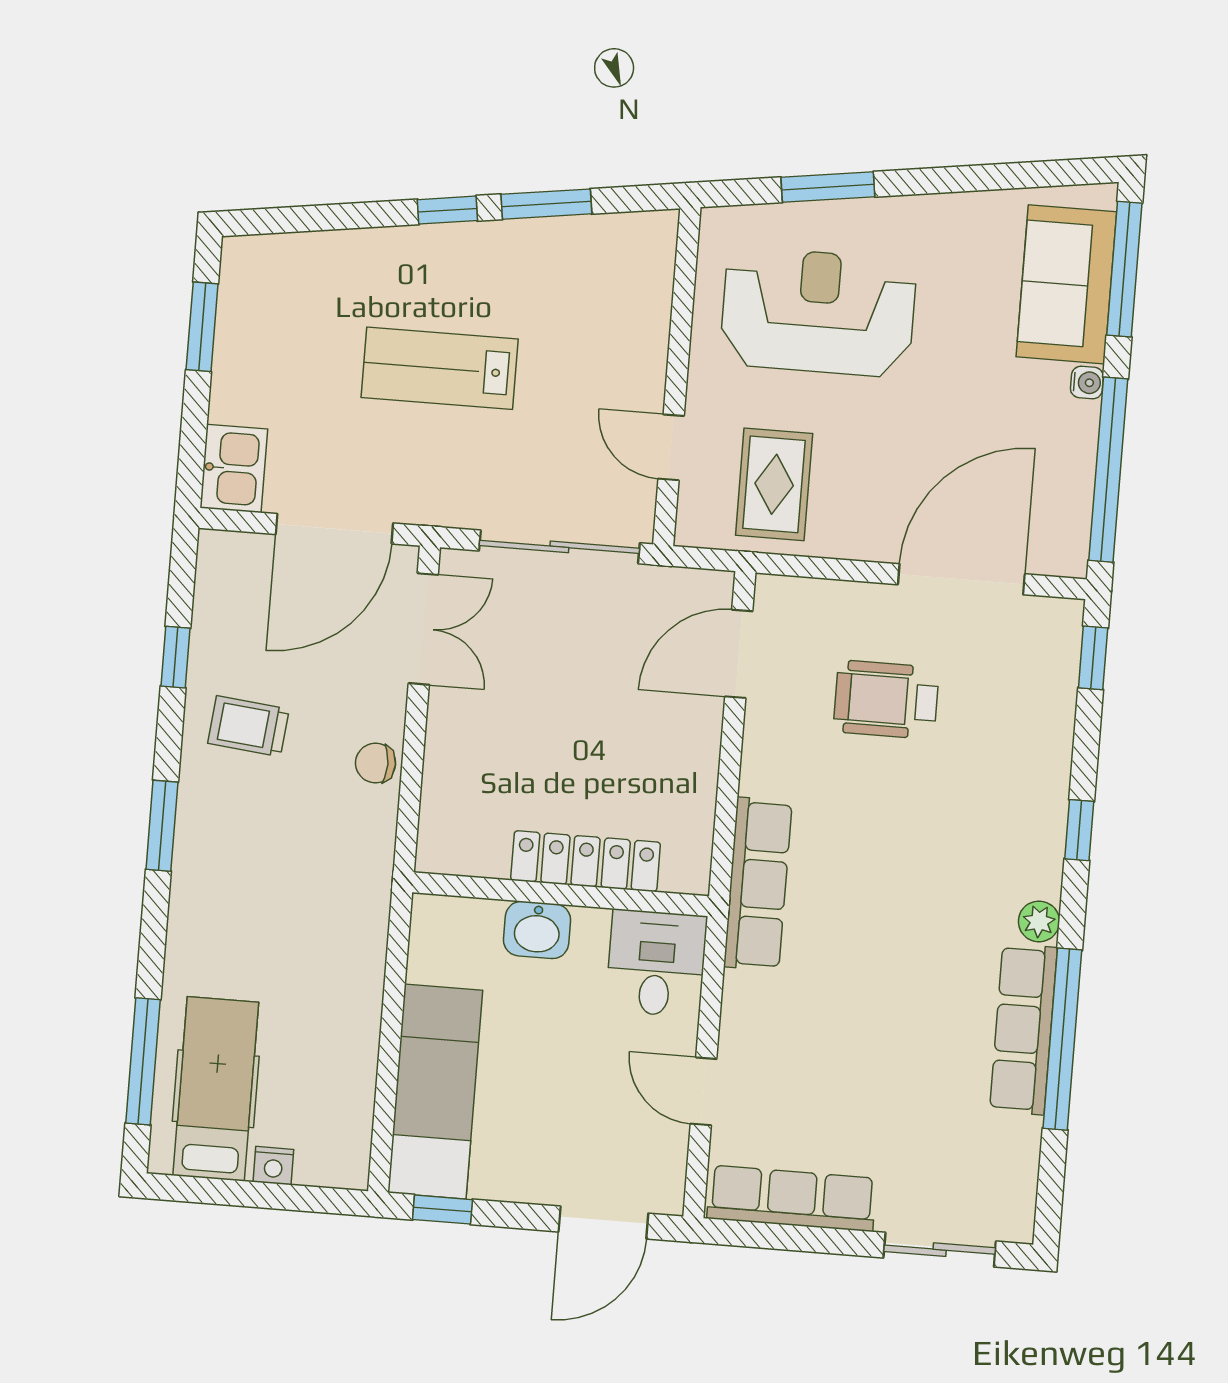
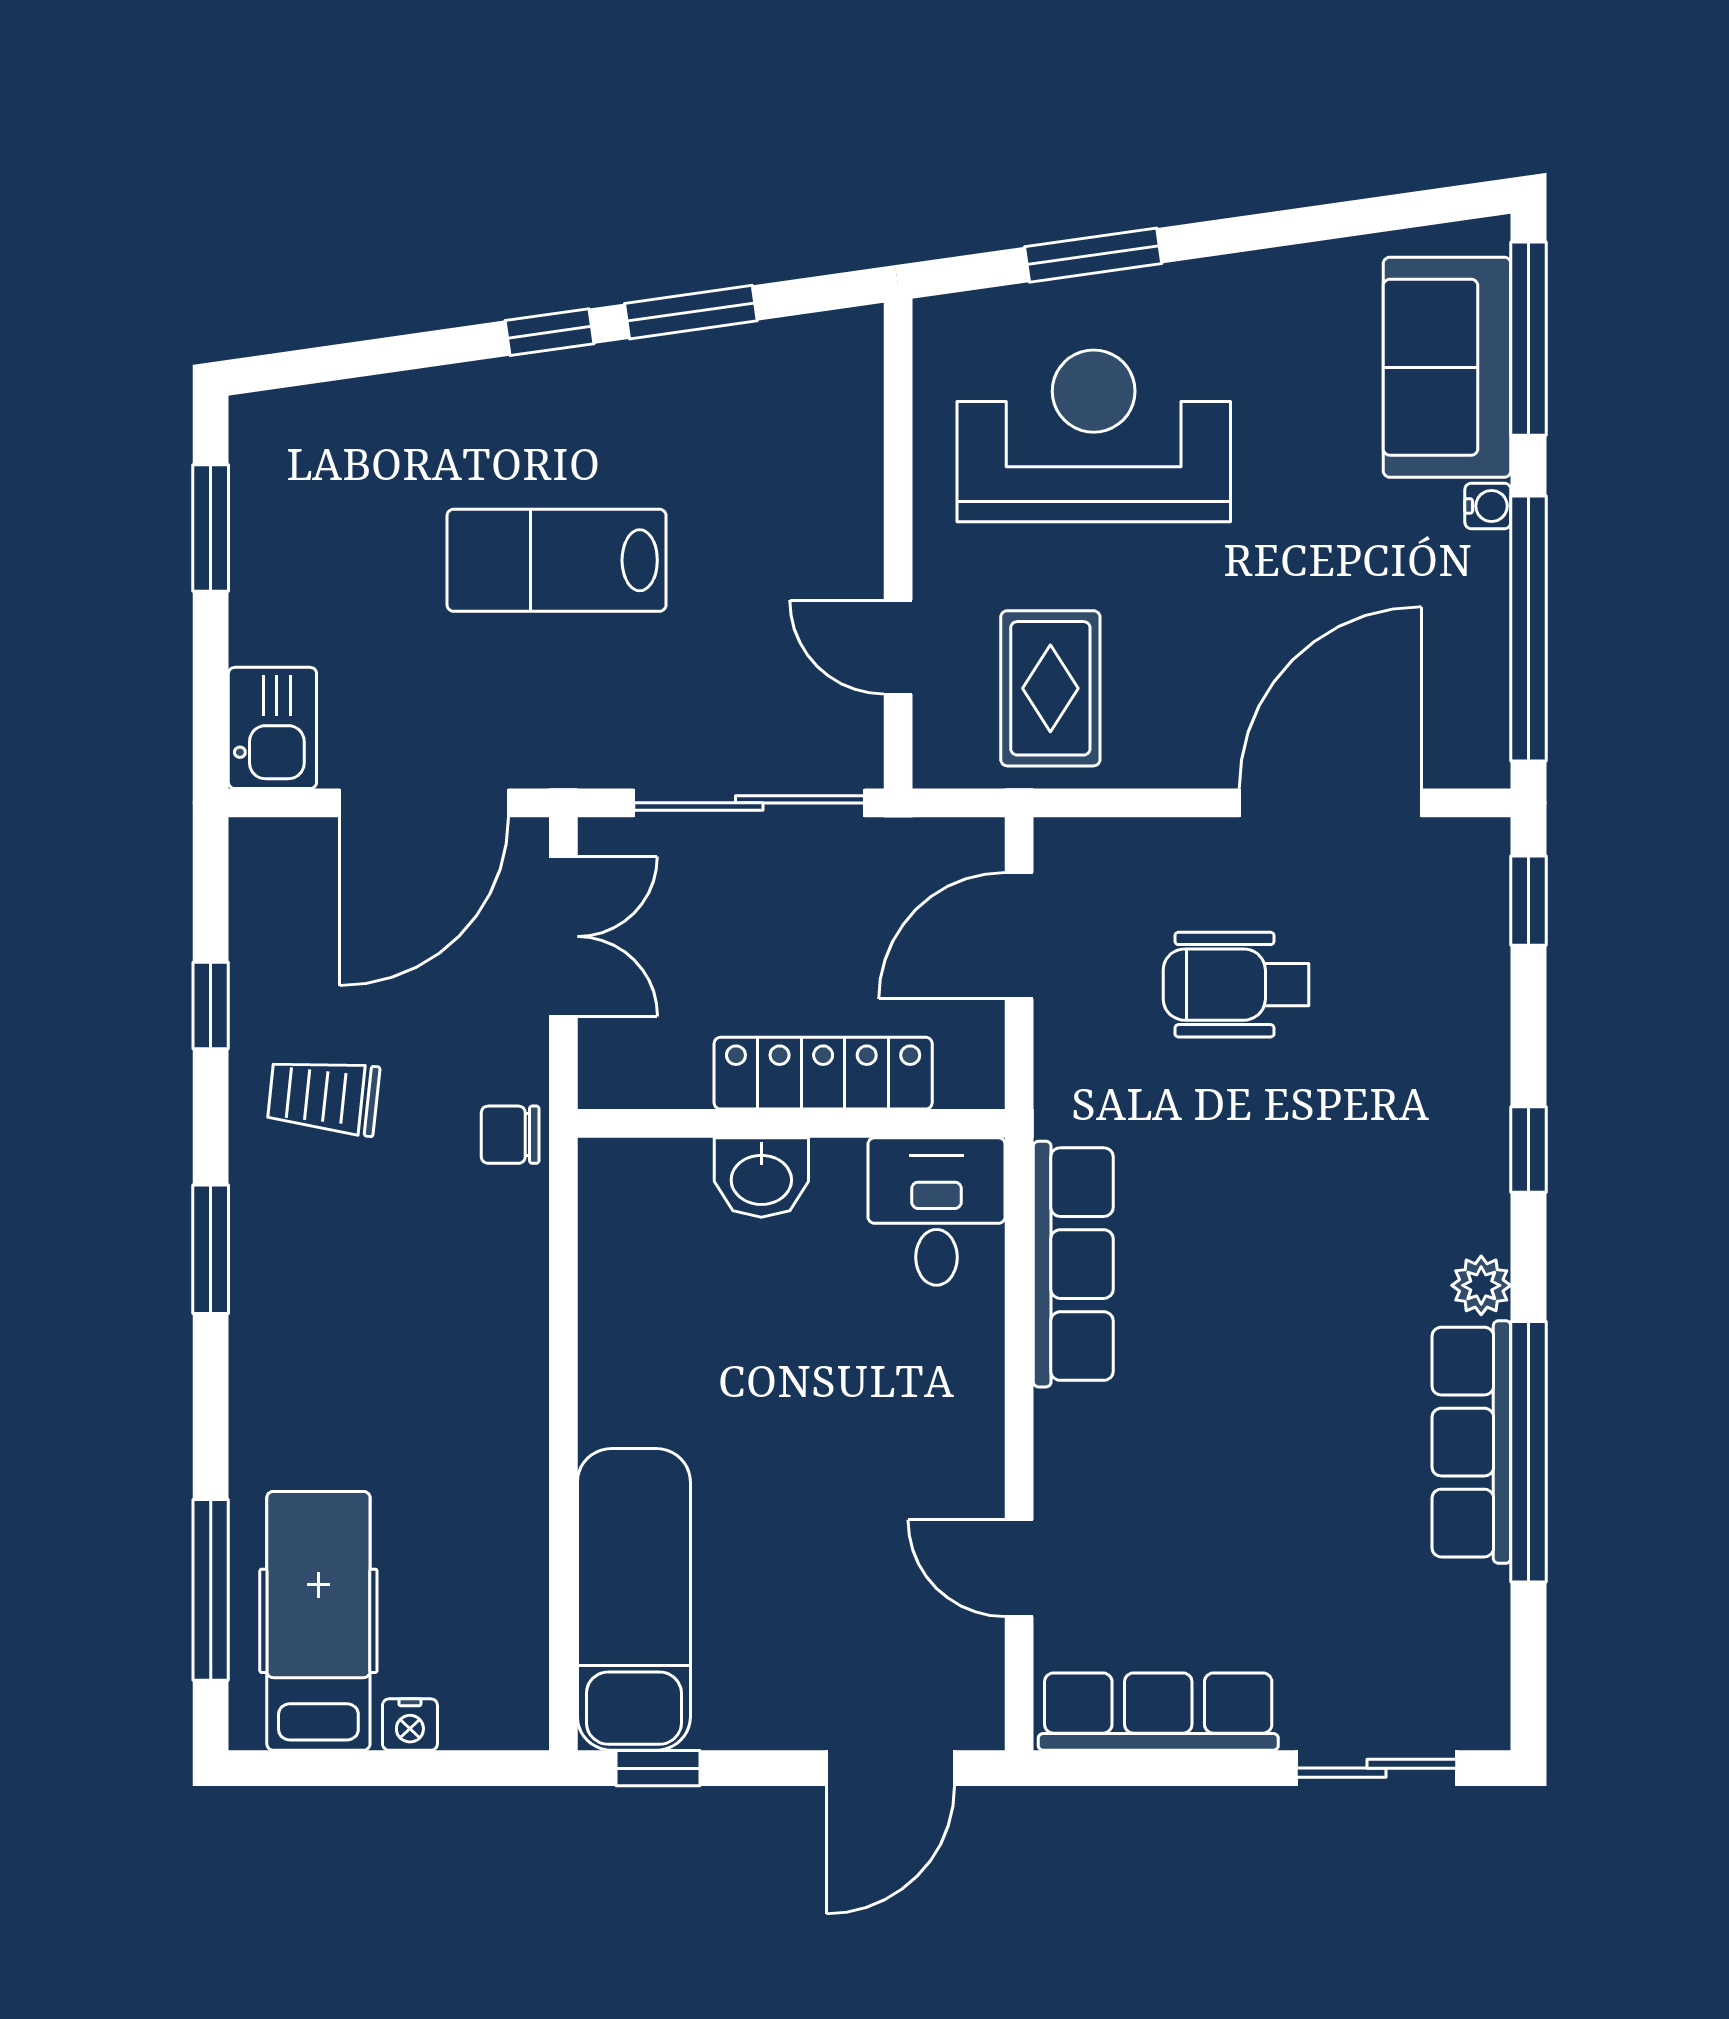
locker: (586, 861) -> (823, 1073), moved
wall: (561, 894) -> (791, 1123), moved
washbasin: (537, 930) -> (761, 1178), moved
desk: (656, 963) -> (936, 1212), moved

